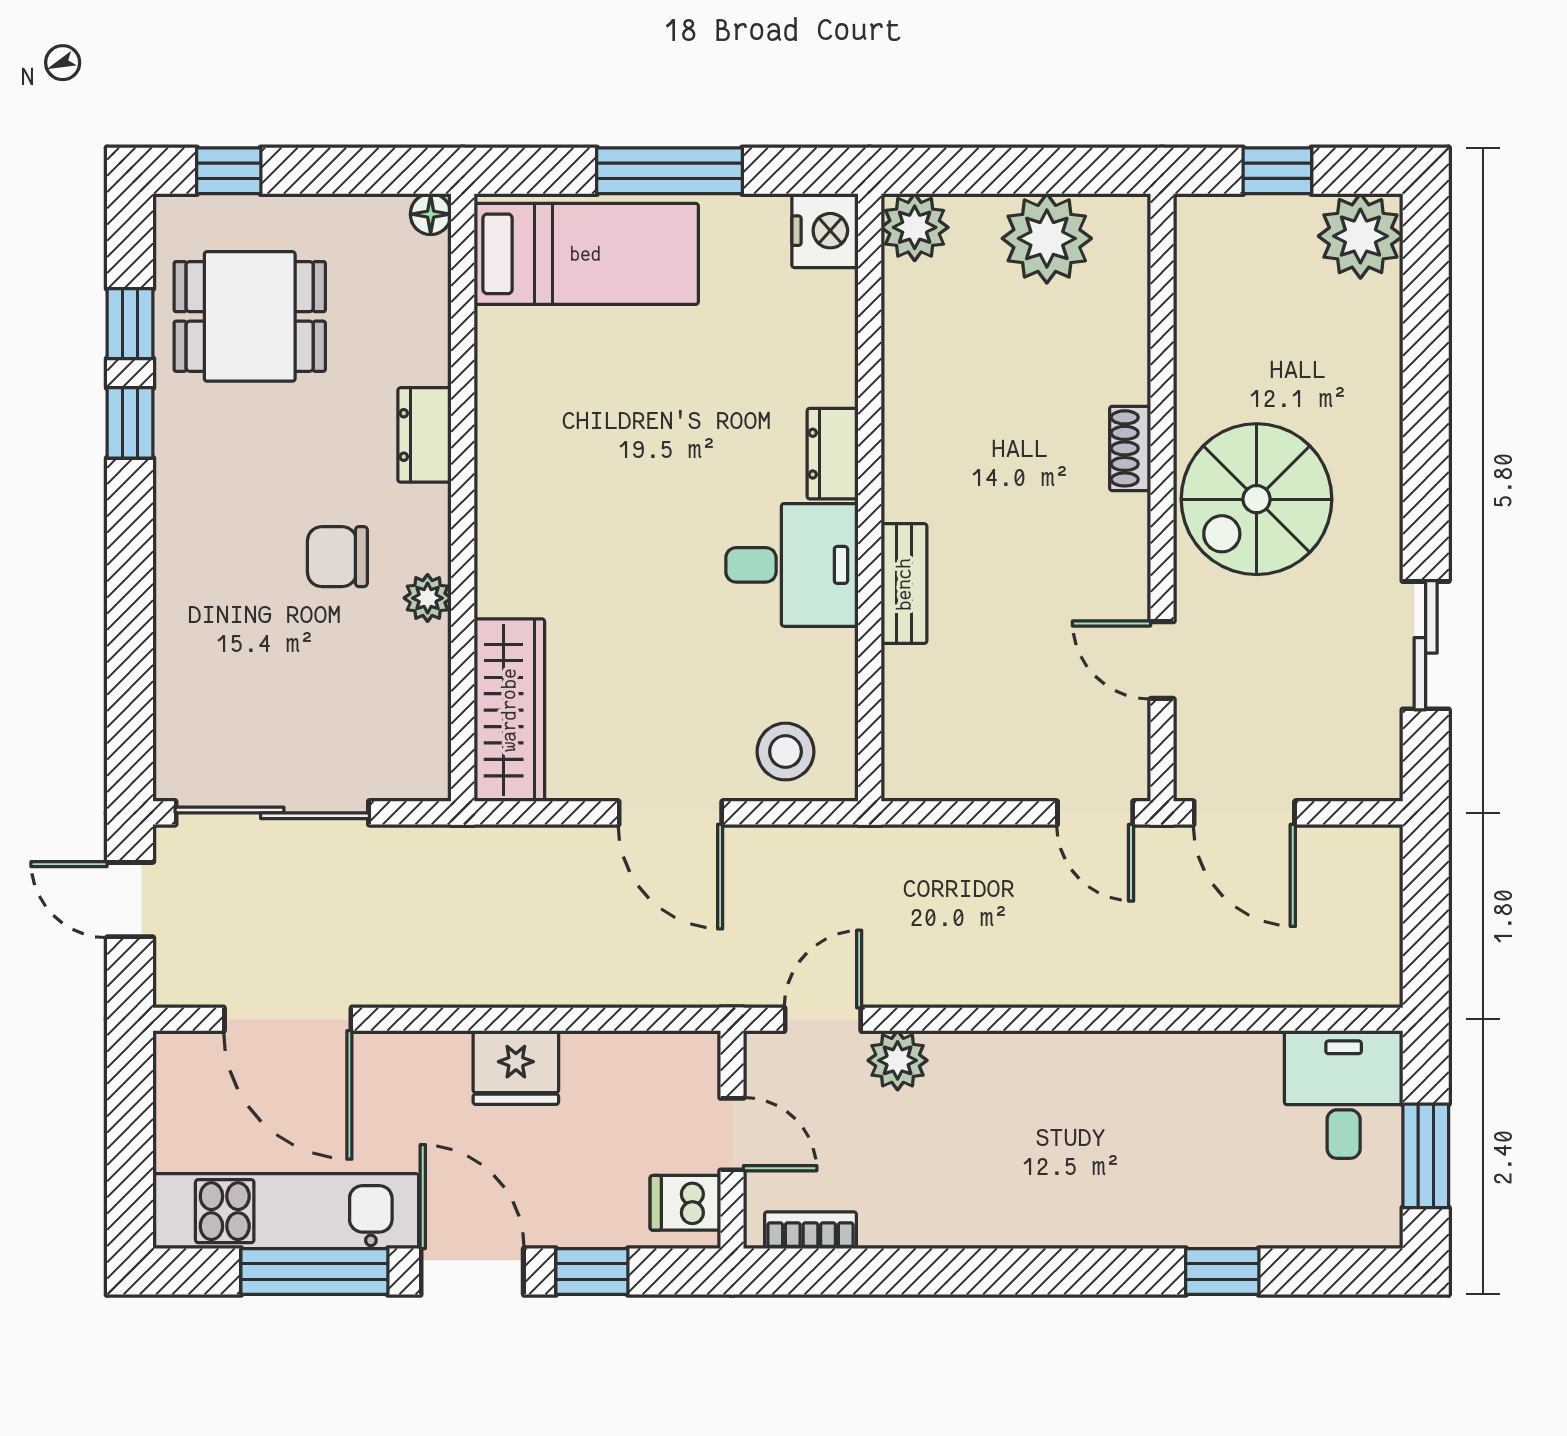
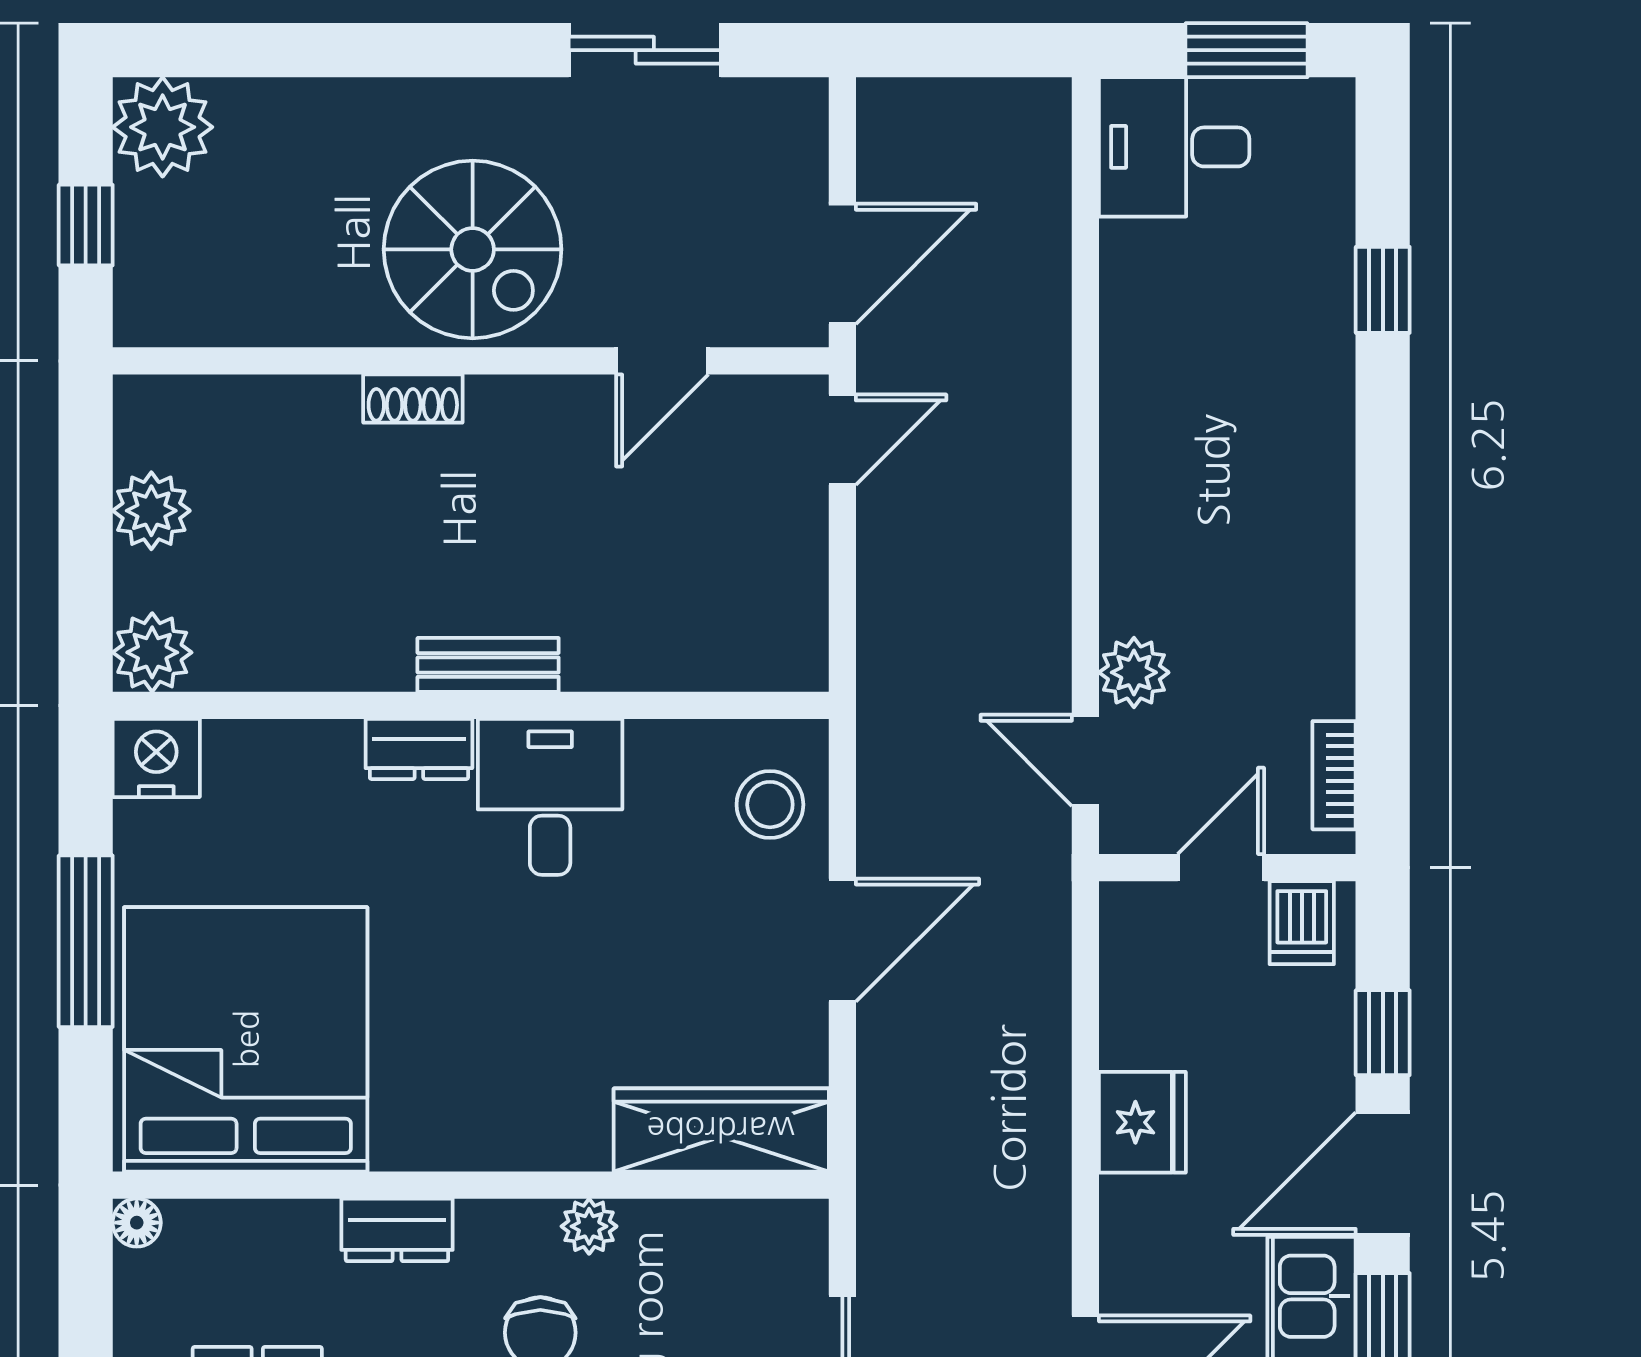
plant: (1047, 238) -> (151, 511), width x0.73, depth x0.73
bed: (586, 254) -> (246, 1039), width x2.04
bench: (904, 584) -> (488, 665), moved

